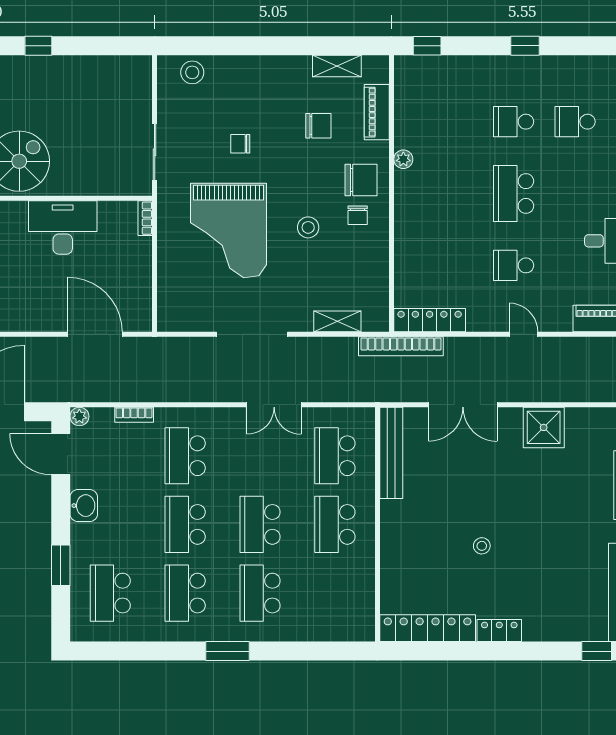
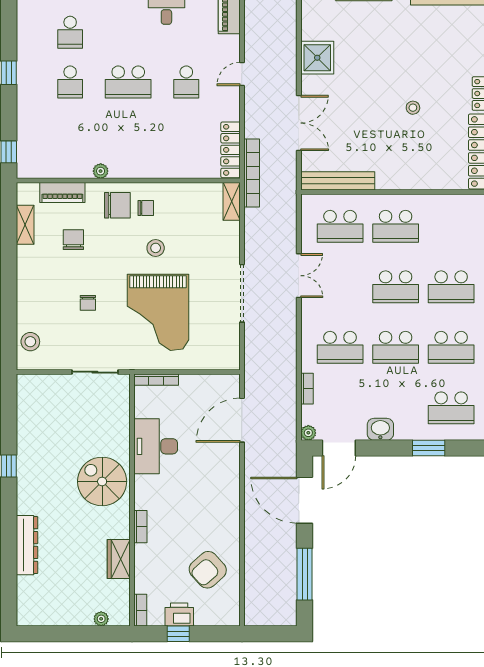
chair: (361, 180) -> (117, 205), turned 90
bookcase: (145, 218) -> (156, 380), width x1.56
grand piano: (228, 230) -> (158, 312), turned 90
shelving: (337, 321) -> (232, 201), moved

